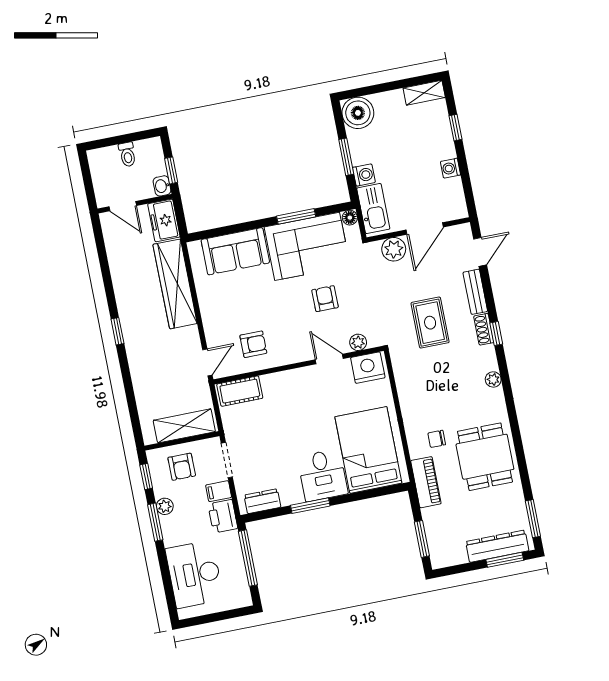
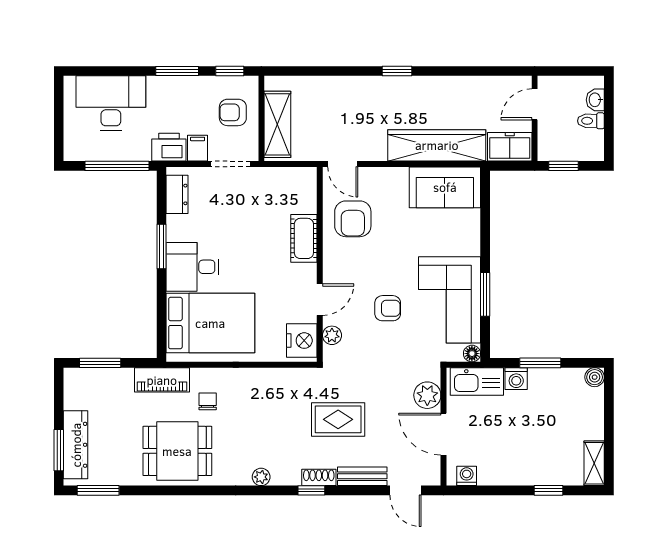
boiler: (358, 113) -> (595, 377), width x0.54, depth x0.54
washing machine: (450, 168) -> (467, 476), moved
washbasin: (162, 186) -> (595, 100), moved, turned -90
sofa: (235, 251) -> (445, 187), moved, turned -90
armchair: (253, 344) -> (353, 219), width x1.38, depth x1.38
cot: (240, 391) -> (304, 238), moved
plant: (165, 506) -> (193, 85), removed

